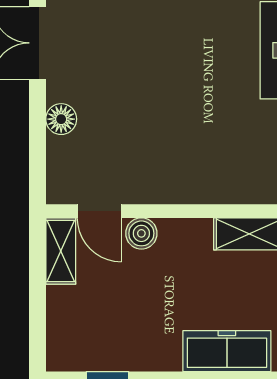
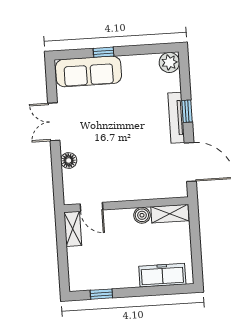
boiler: (141, 233) -> (142, 215), moved

